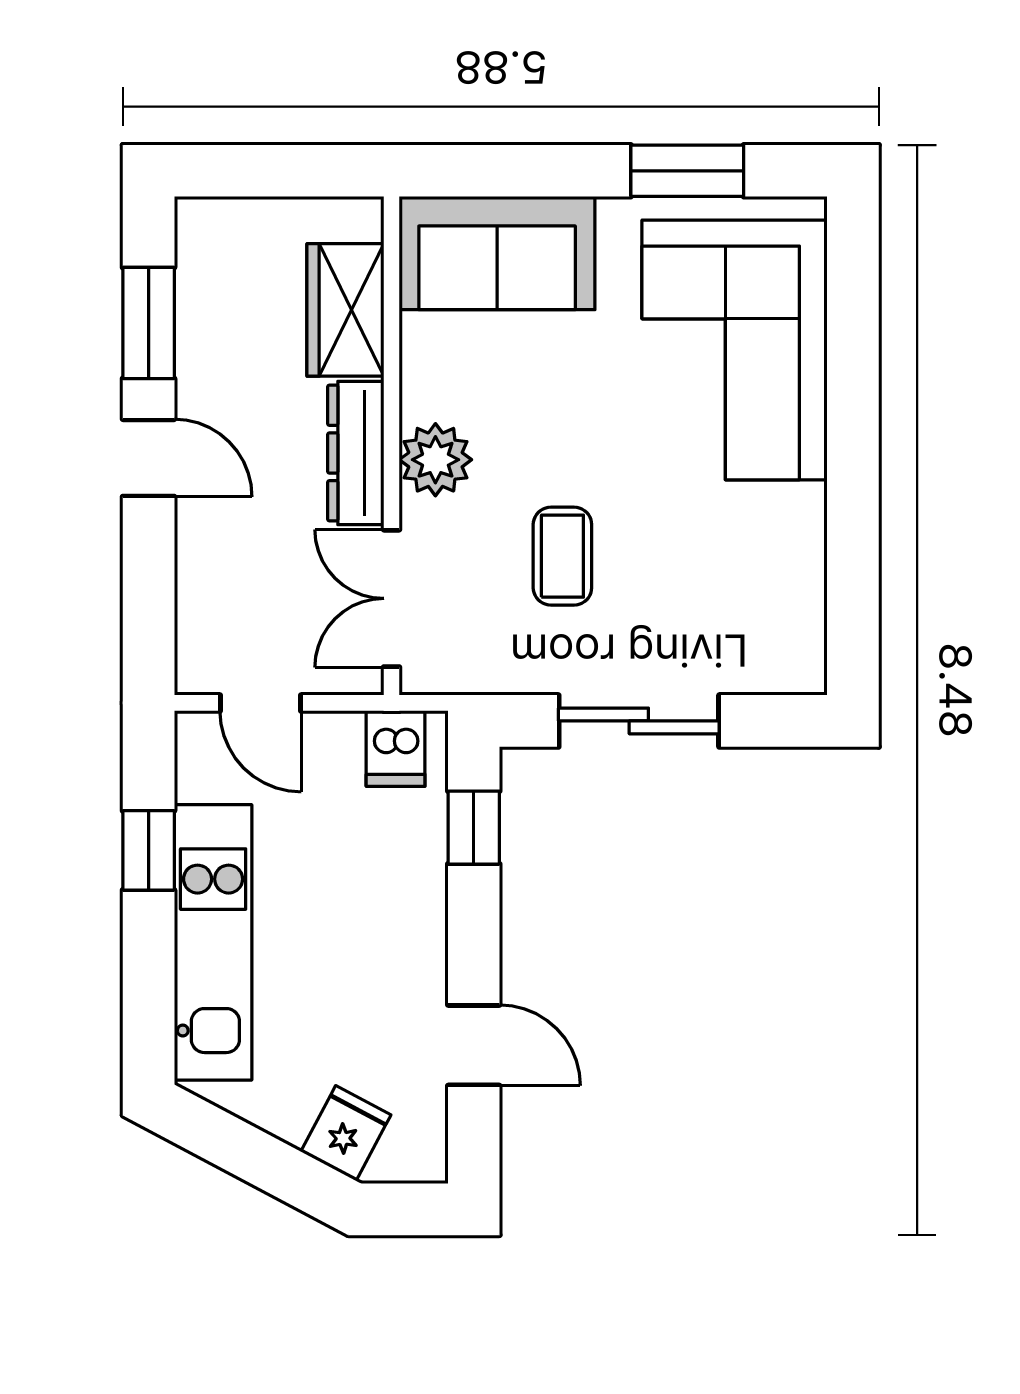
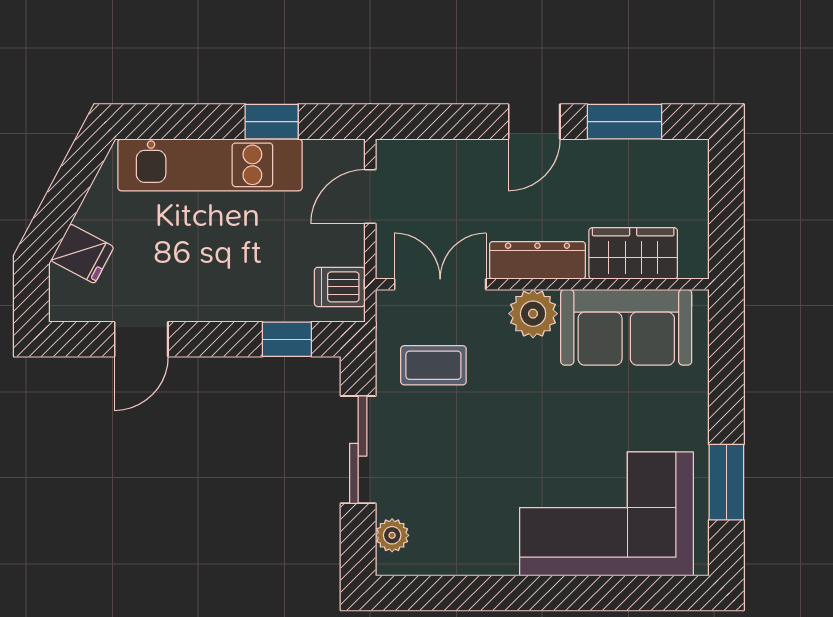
sofa: (497, 253) -> (626, 327), moved, turned -90
coffee table: (562, 556) -> (433, 365), moved
plant: (767, 670) -> (392, 535), added

